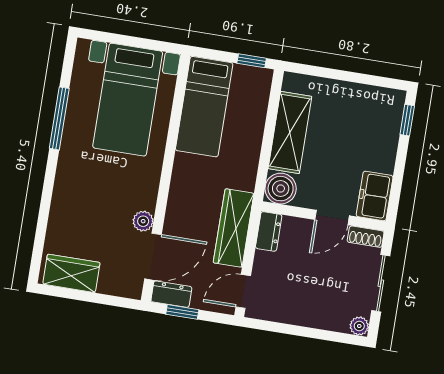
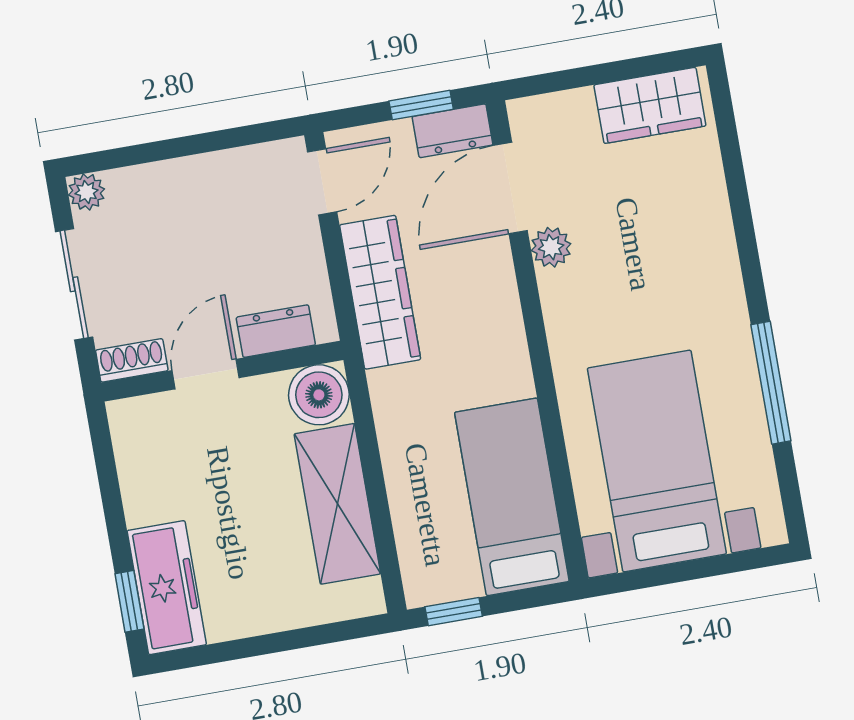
freezer: (375, 196) -> (167, 588), moved, width x1.40
dresser: (269, 231) -> (276, 331), moved, turned 90

